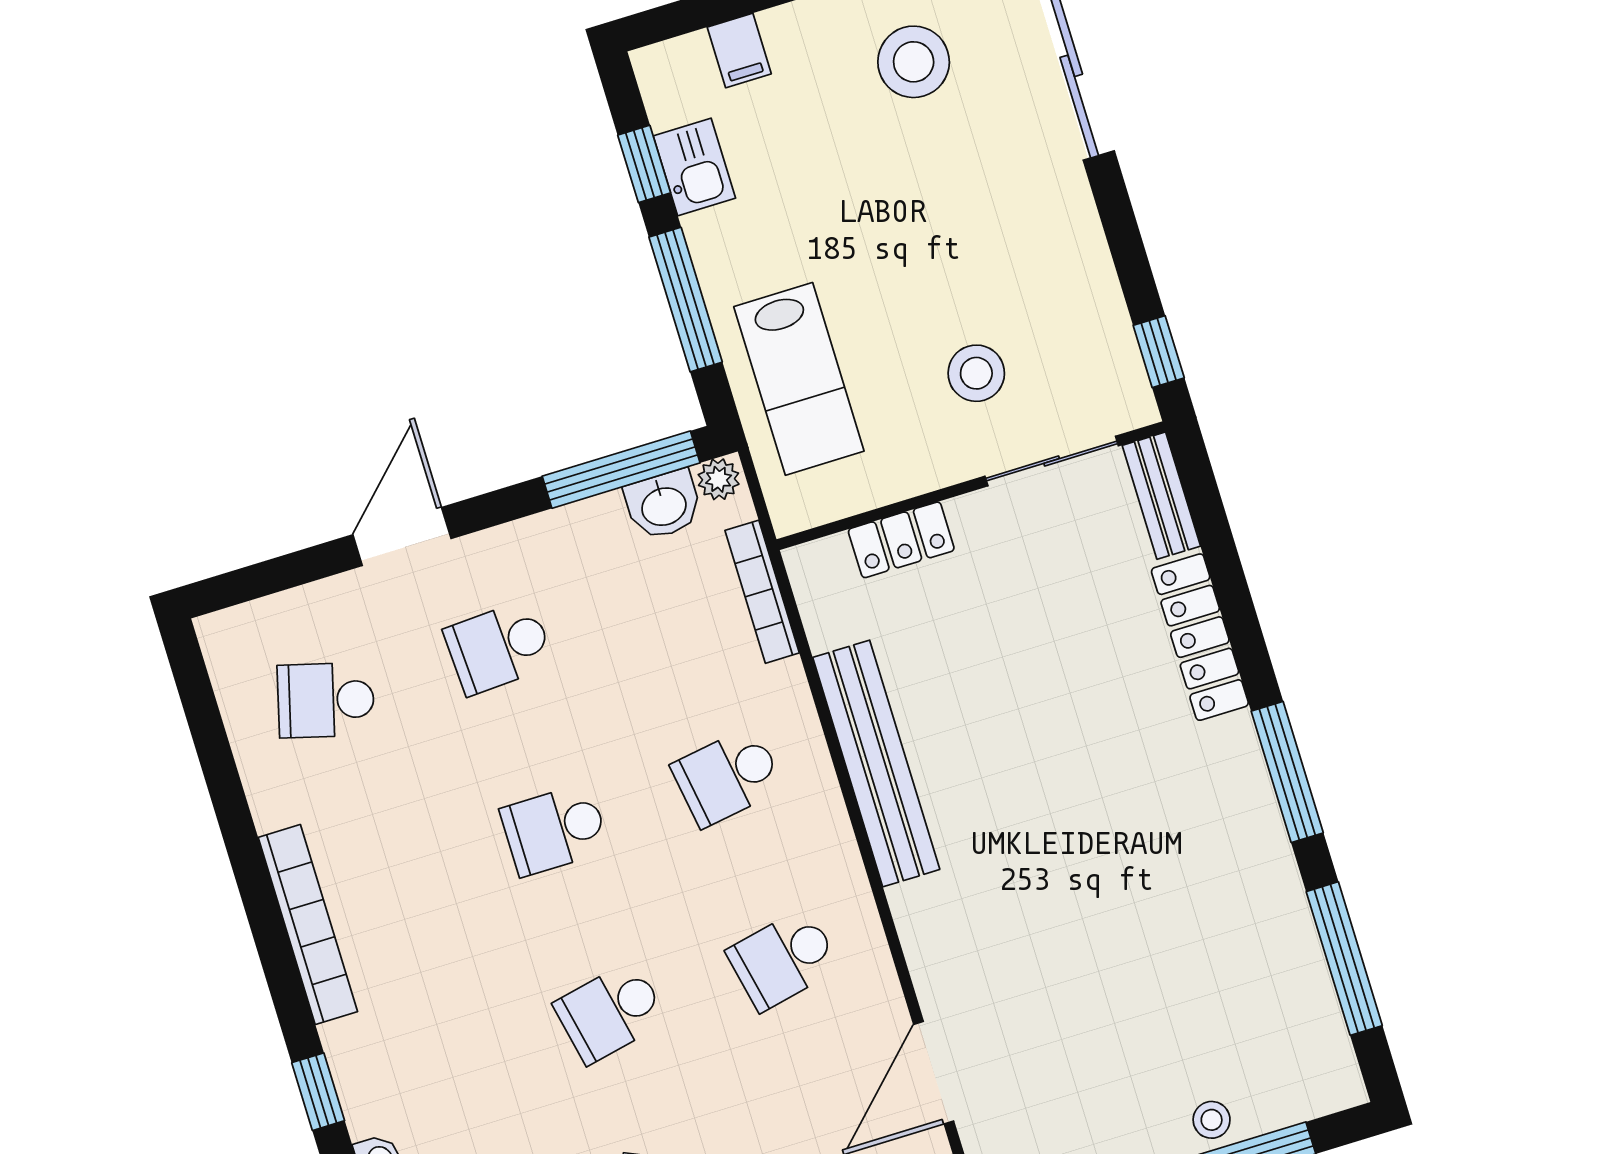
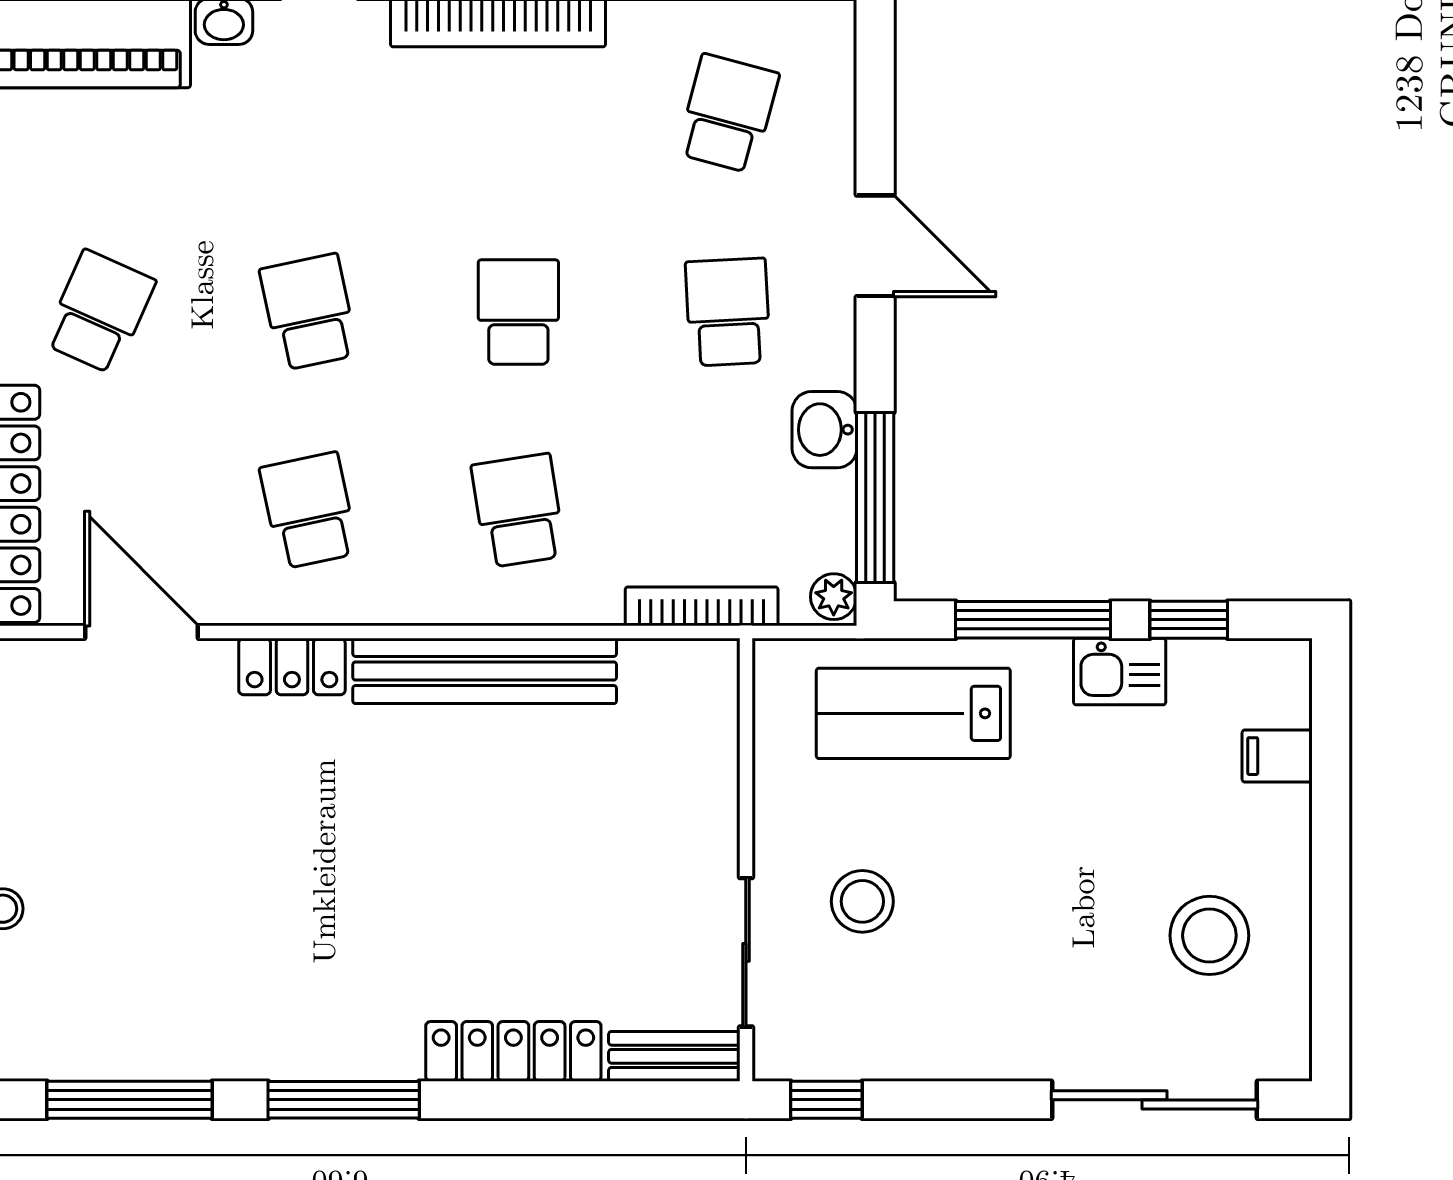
kitchen sink: (694, 167) -> (1120, 672), moved
washbasin: (663, 505) -> (824, 430), moved
locker: (901, 540) -> (292, 667), moved, turned -90

